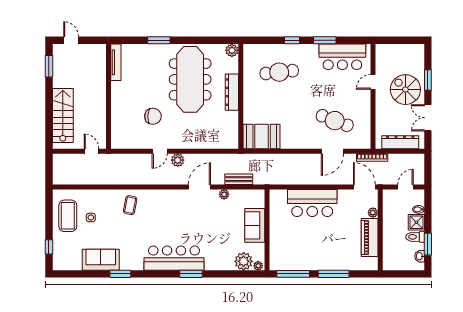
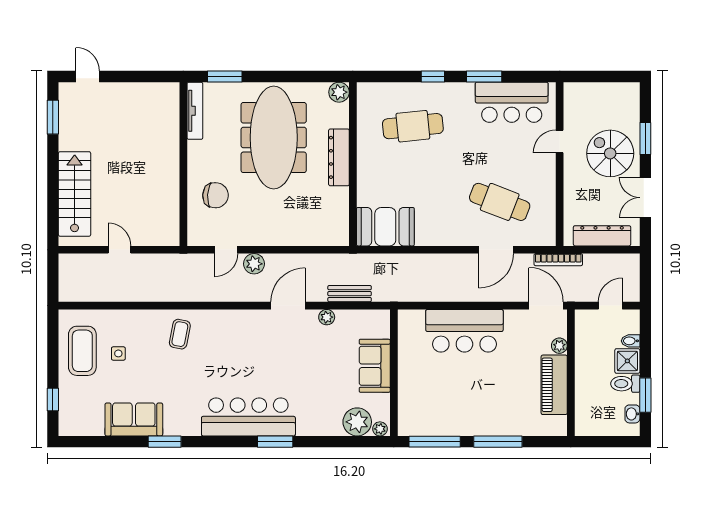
tv unit: (116, 62) -> (195, 111), moved
wall: (109, 96) -> (183, 164), moved

